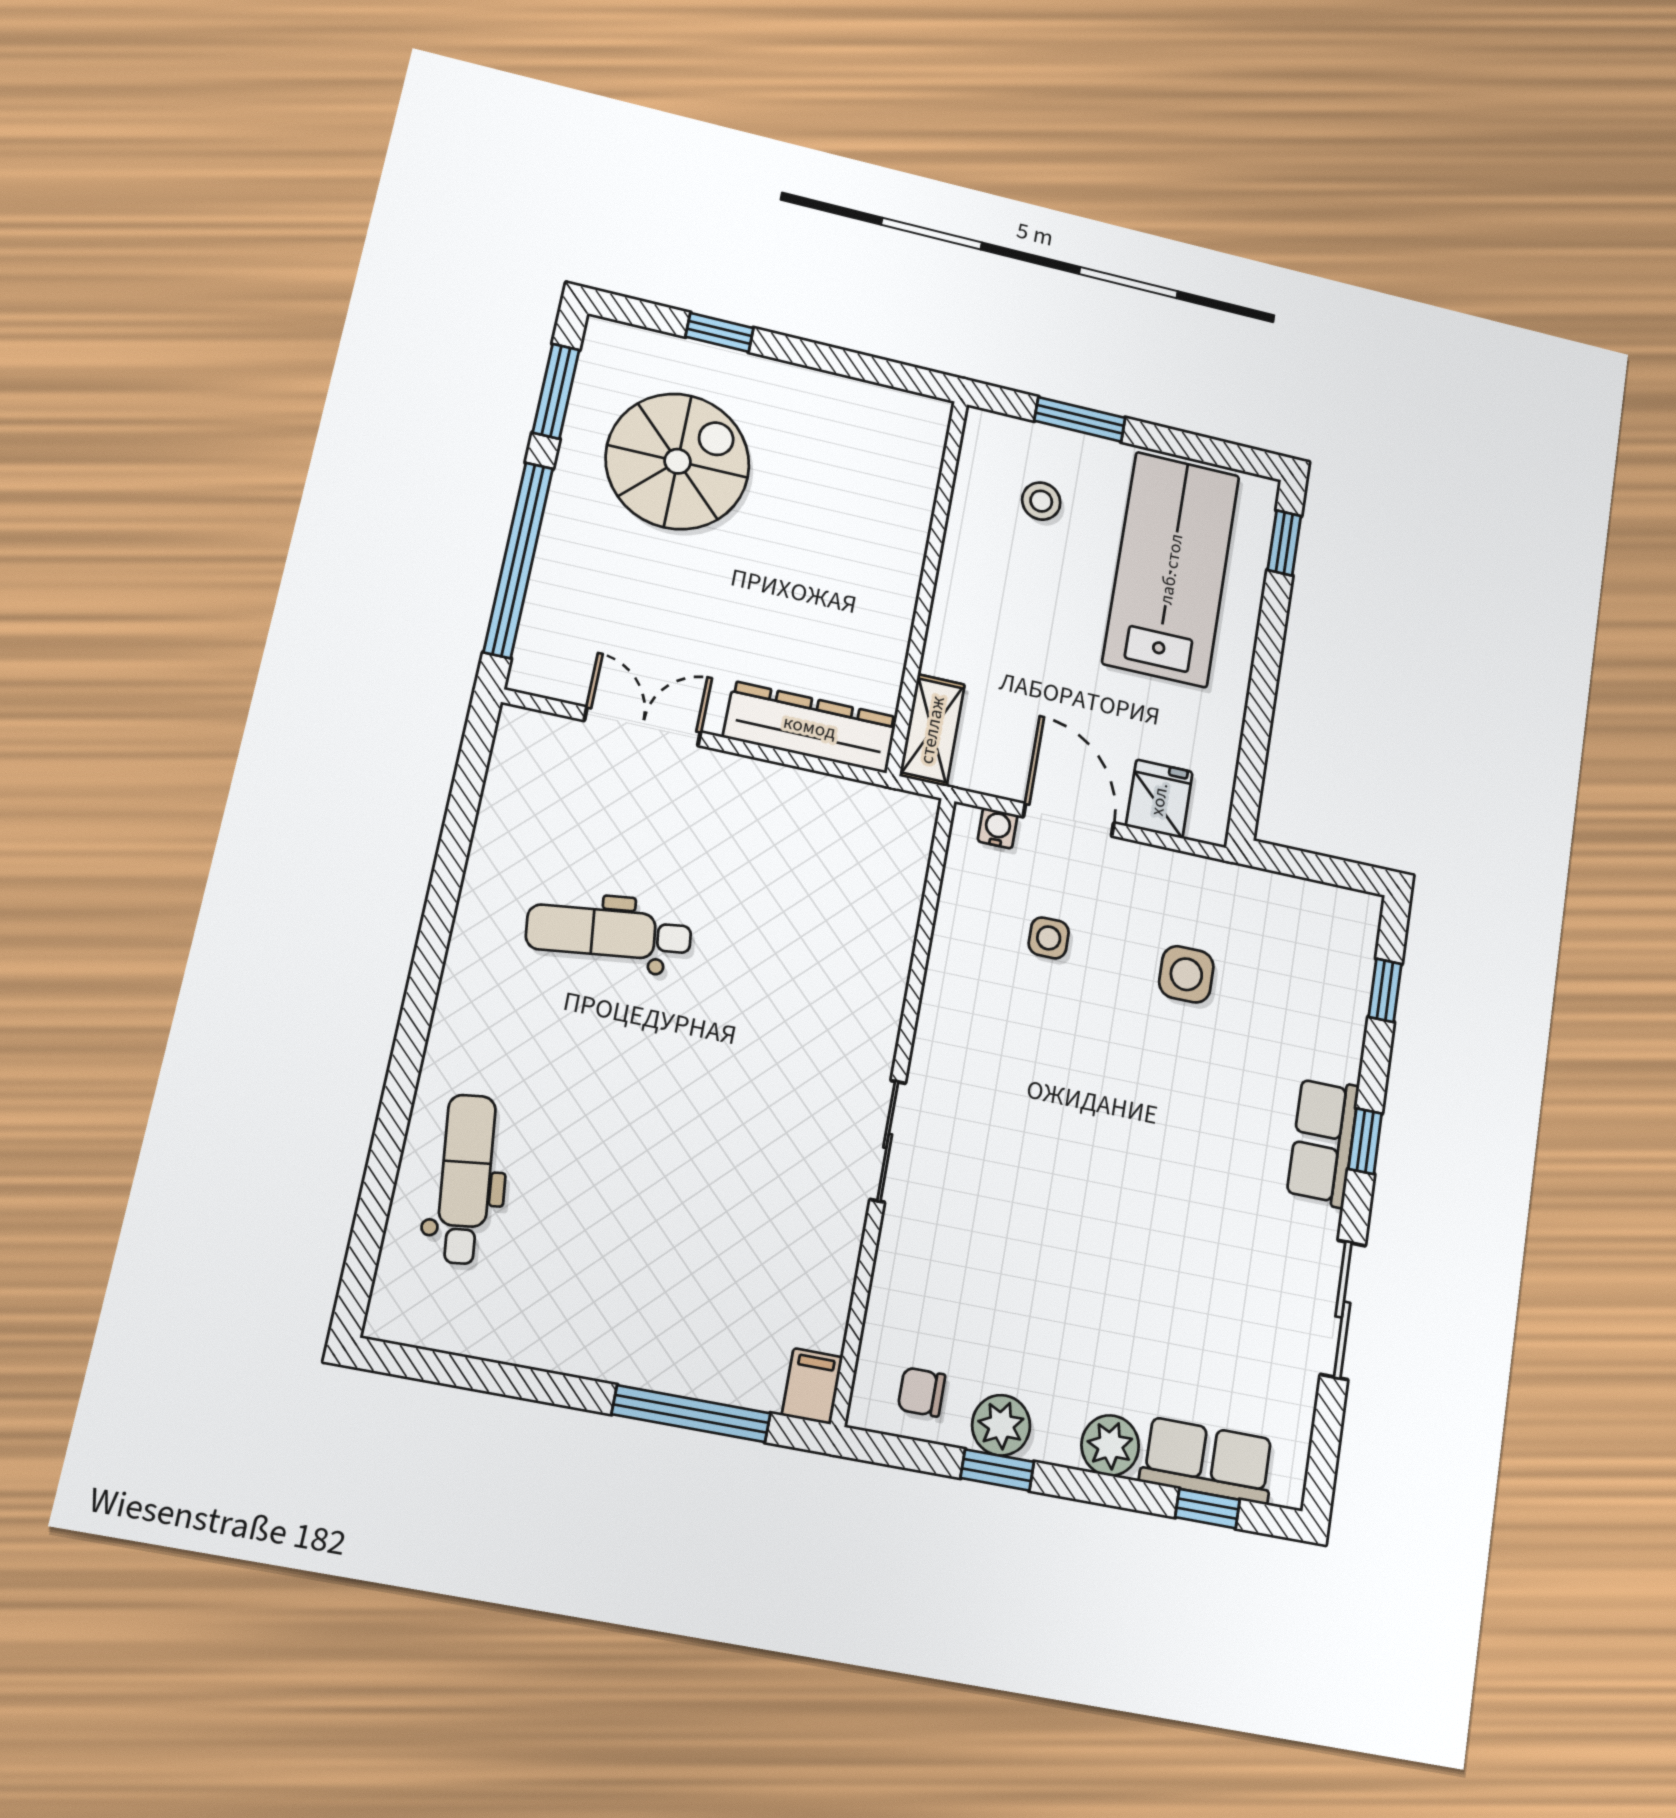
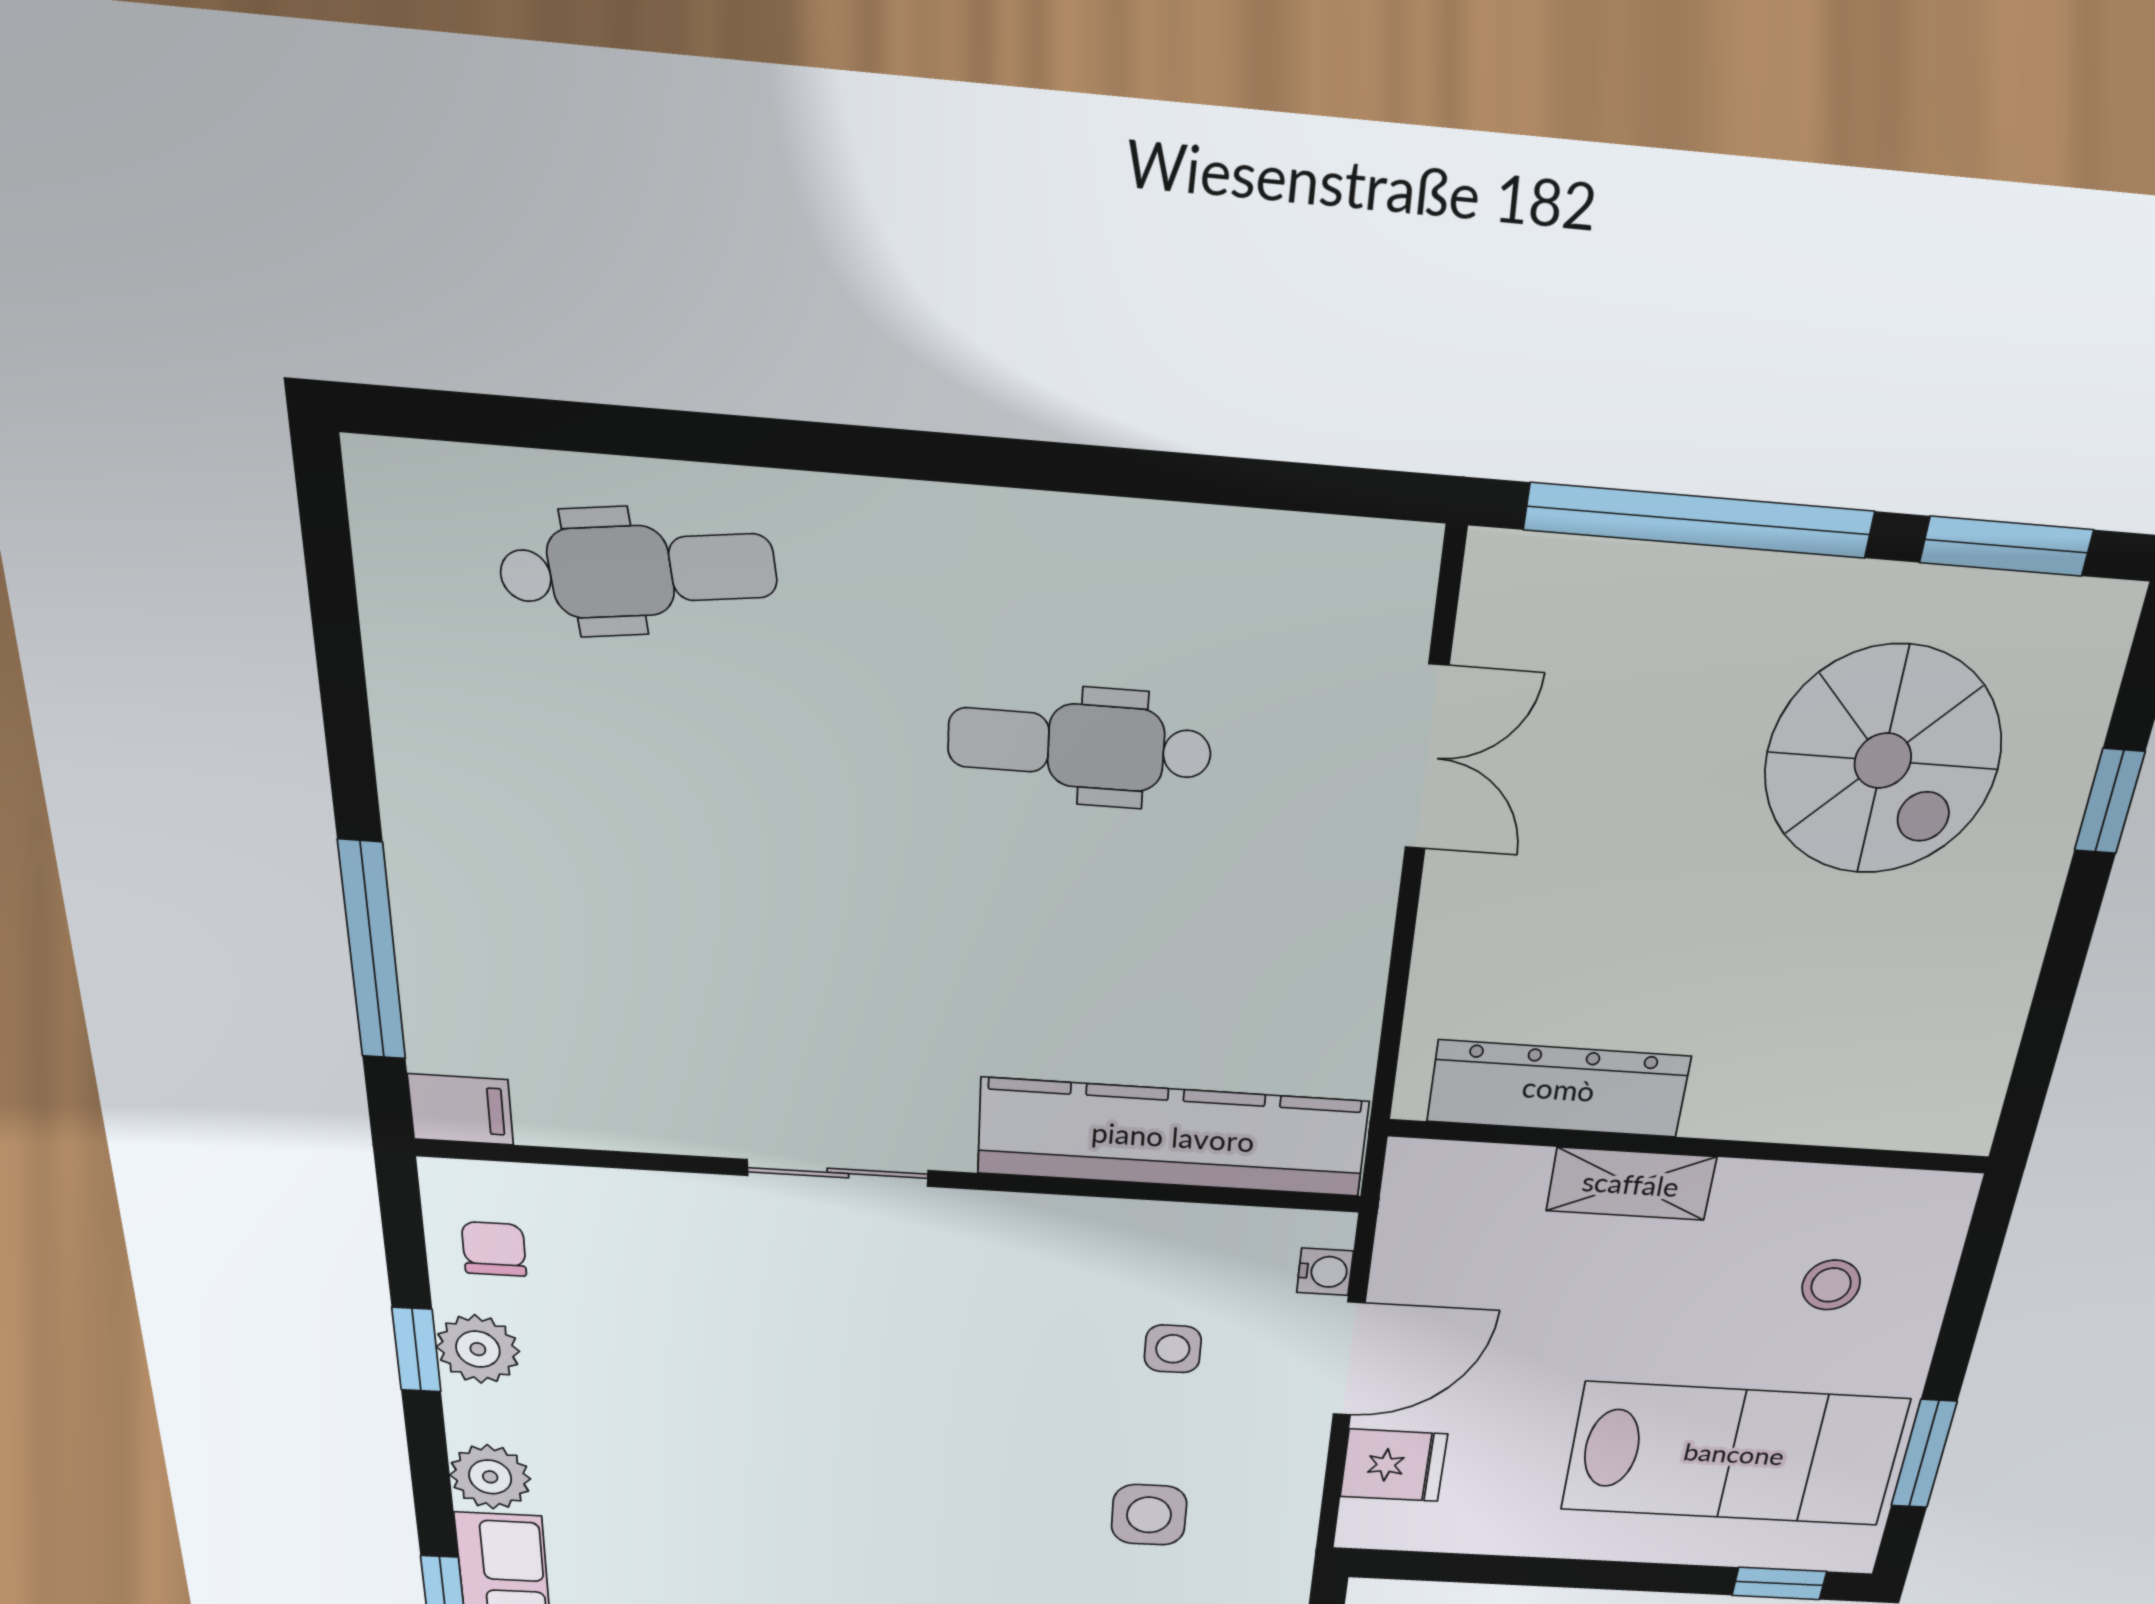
window: (1080, 419) -> (1924, 1454), moved
dresser: (810, 727) -> (1559, 1089), moved, turned -90
shelving: (932, 730) -> (1631, 1184), moved
kitchen counter: (885, 915) -> (1173, 1137), added
dental chair: (609, 933) -> (1080, 746), turned -83

